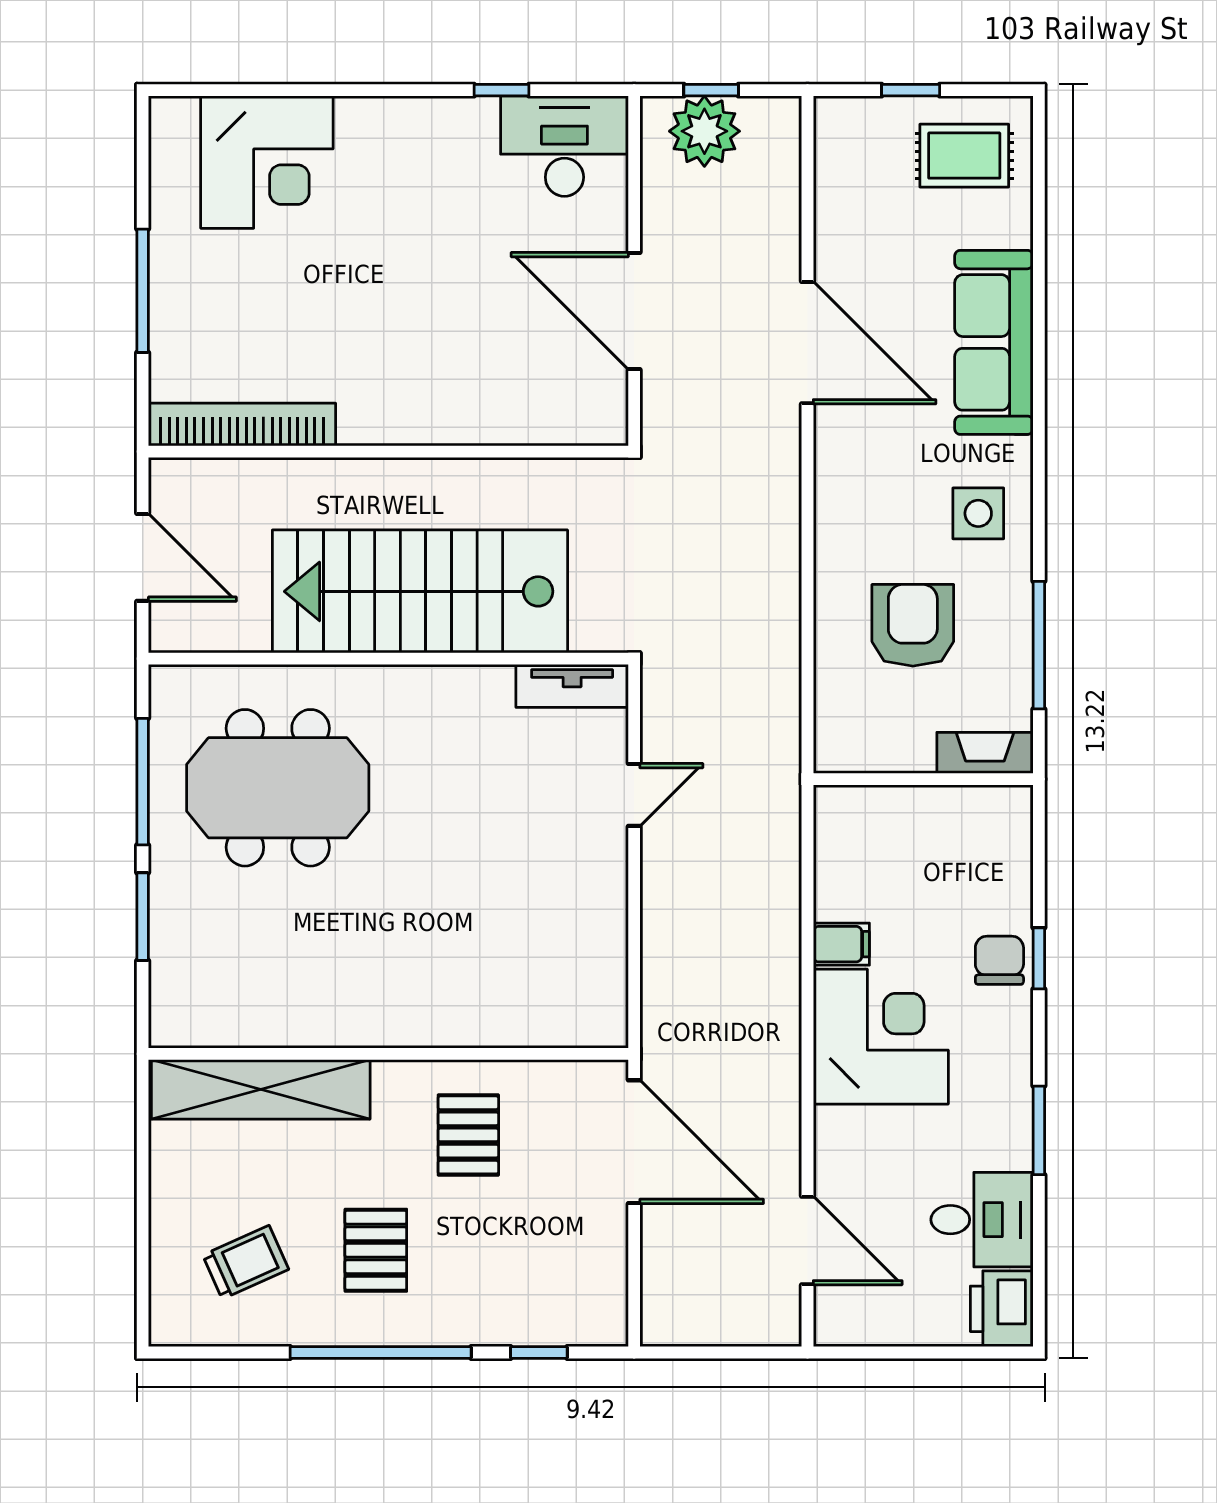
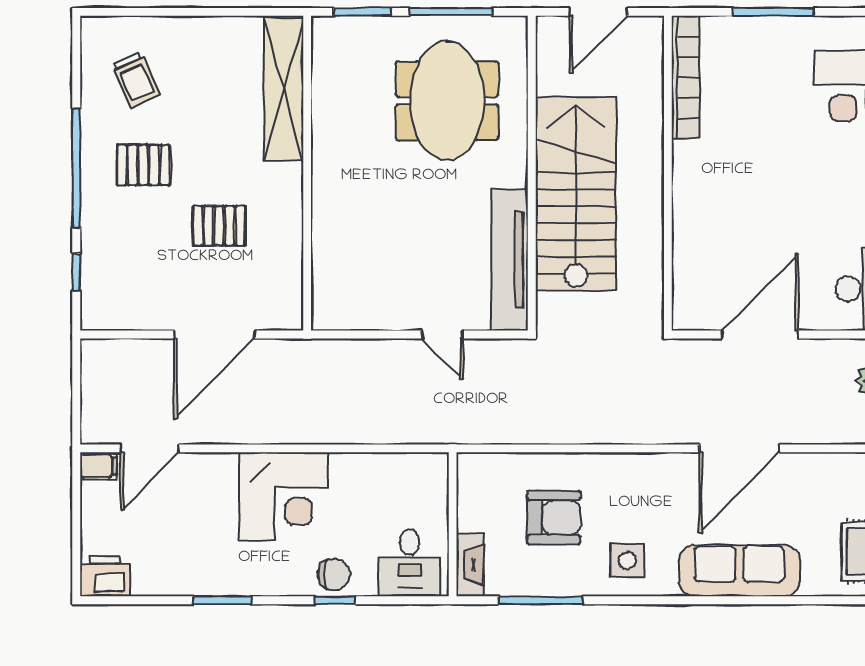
tv unit: (572, 686) -> (510, 260), width x1.92, depth x1.29
filing cabinet: (841, 944) -> (98, 466), moved, turned -90
wall: (388, 1054) -> (307, 173), moved
shelving: (261, 1089) -> (284, 89), moved
desk: (982, 1220) -> (410, 563), moved

